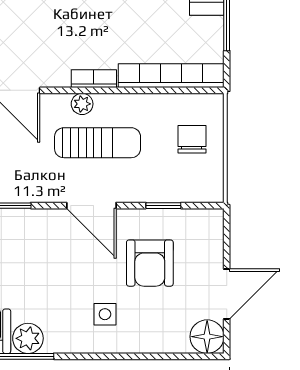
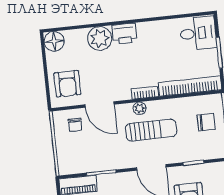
chair: (192, 139) -> (206, 122), turned 90

